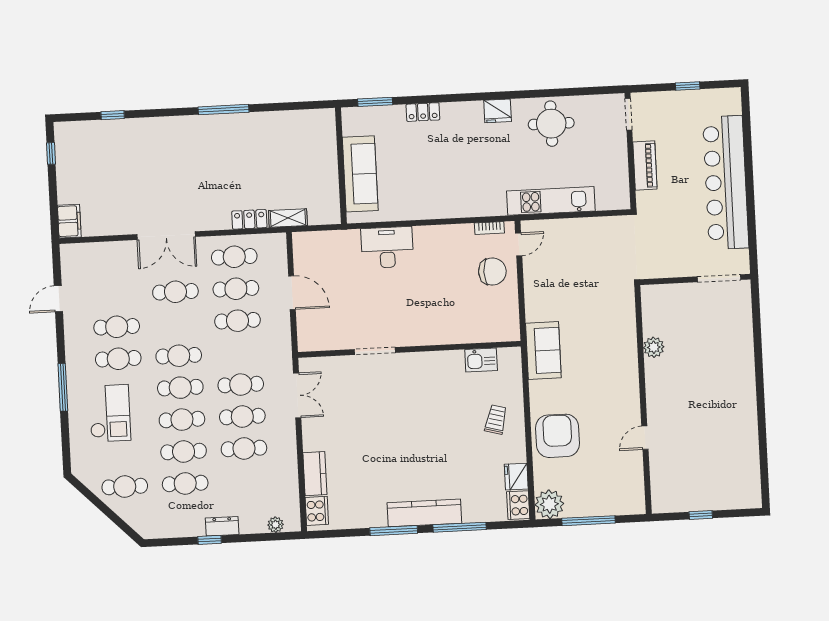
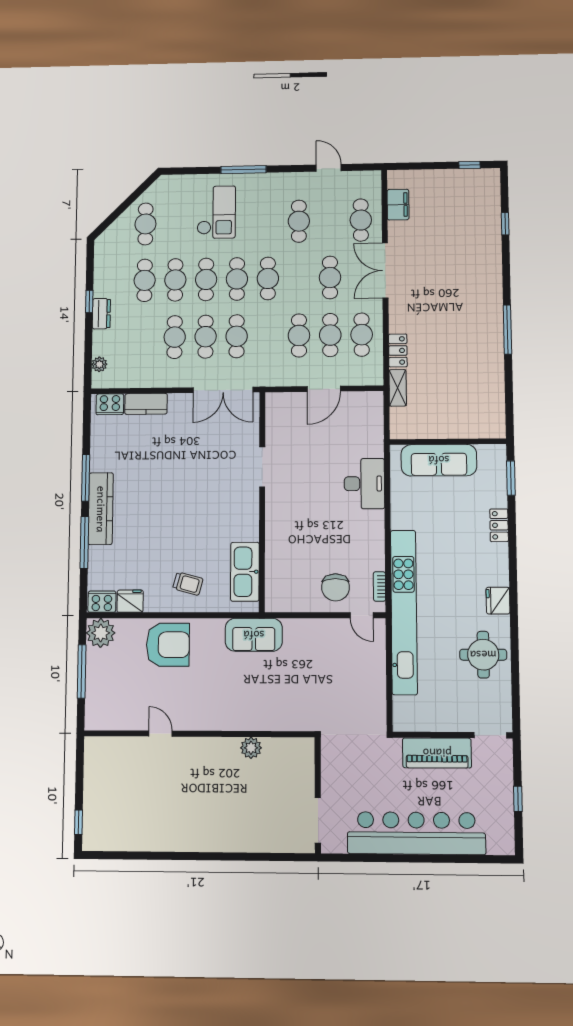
piano: (645, 166) -> (437, 753), width x1.37, depth x1.33
kitchen unit: (551, 201) -> (404, 612), width x1.86
filing cabinet: (69, 221) -> (398, 205), moved, turned -90
cafe table: (118, 359) -> (361, 220), moved
kitchen sink: (481, 360) -> (245, 572), width x1.88, depth x1.24
double door: (297, 395) -> (223, 390), width x1.37
checkout: (110, 413) -> (216, 212), turned -90
window: (701, 515) -> (79, 822), moved

